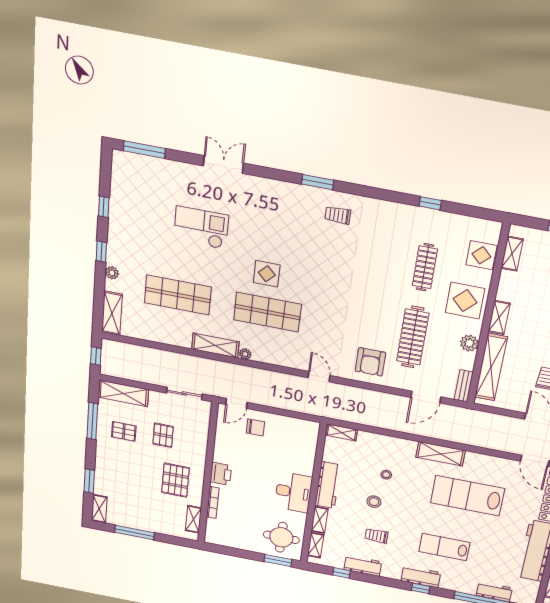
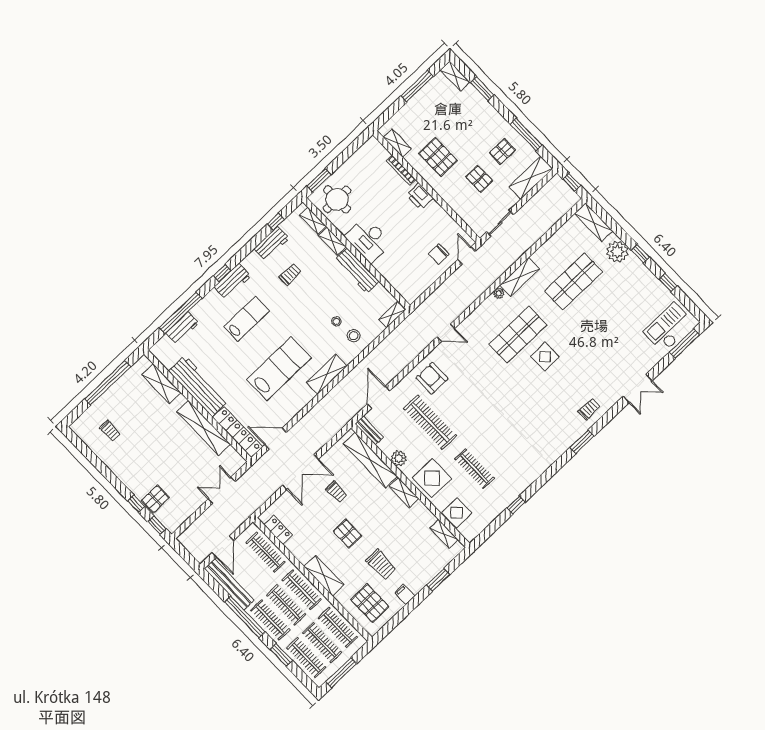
trolley: (338, 215) -> (589, 409), moved
checkout: (201, 228) -> (669, 328), moved, turned 180
plant: (112, 273) -> (617, 252), width x1.88, depth x1.88
stool: (374, 502) -> (354, 336), moved

